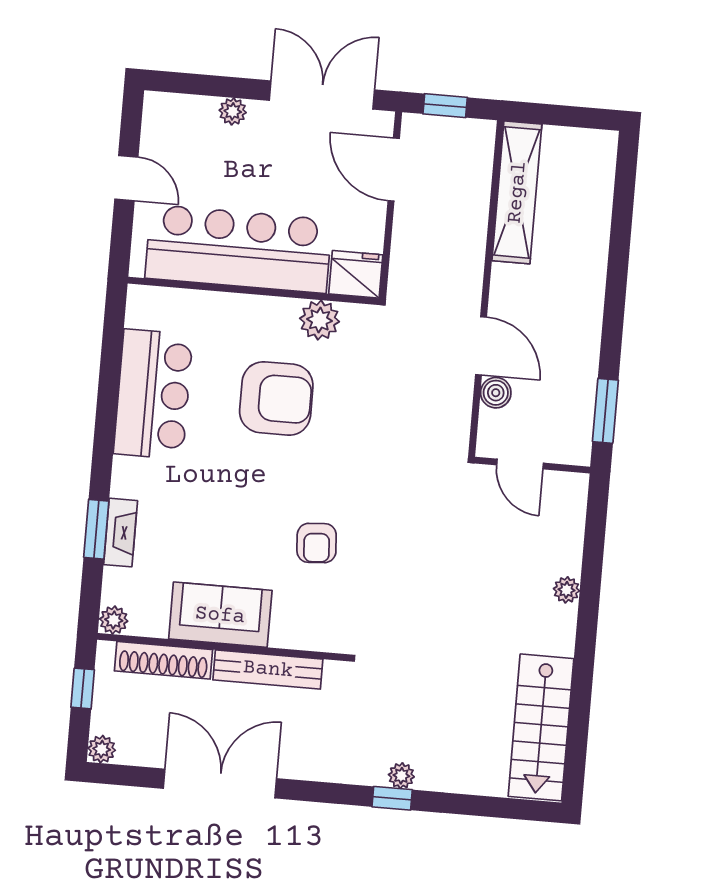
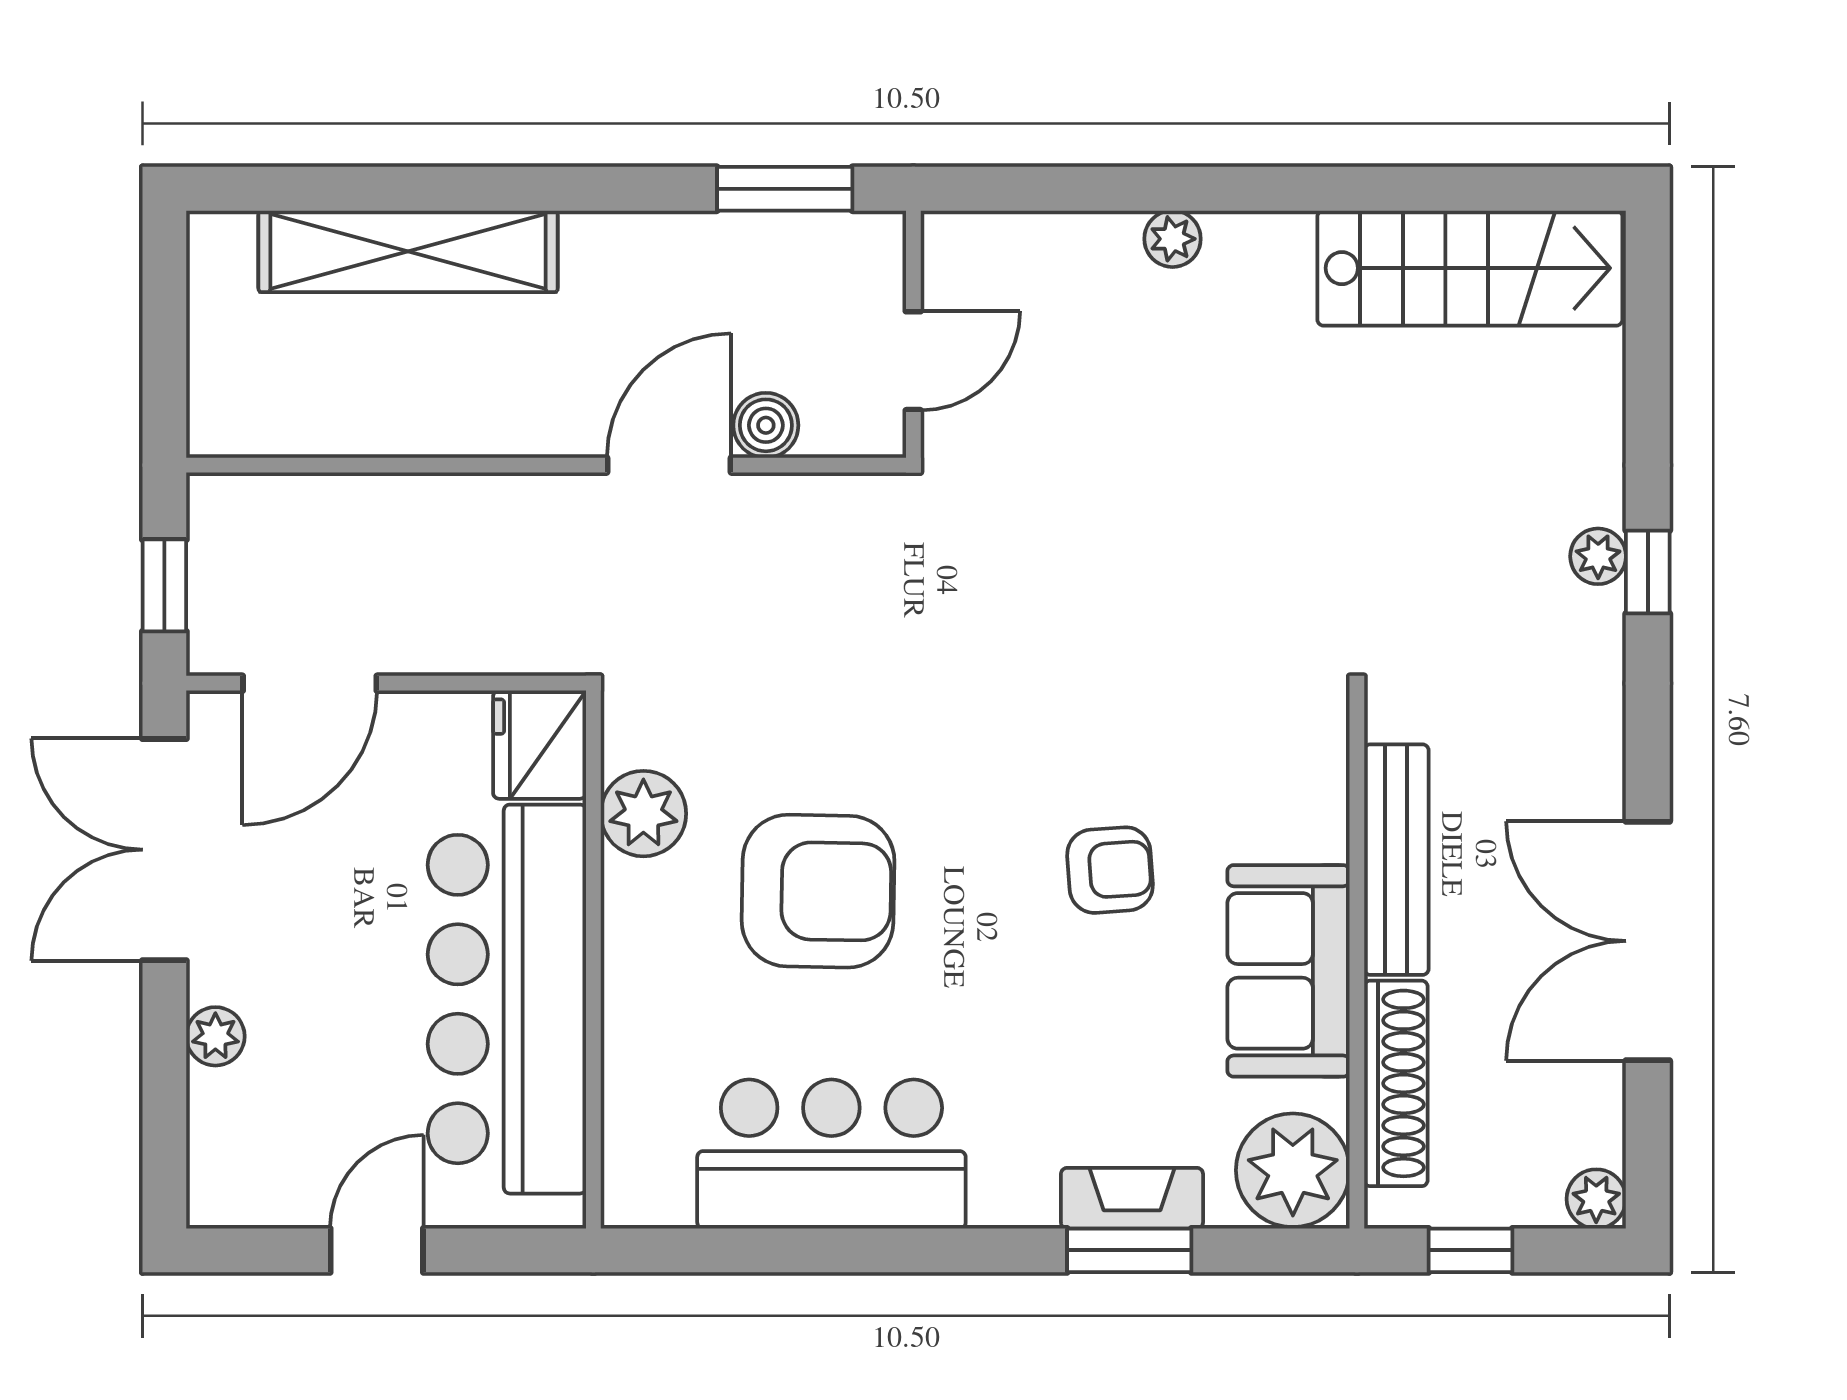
shelving: (517, 192) -> (408, 251), moved
armchair: (276, 398) -> (818, 891), turned 91
armchair: (317, 543) -> (1110, 870), moved
plant: (114, 620) -> (1293, 1170), width x1.88, depth x1.88

